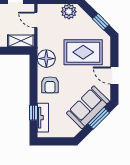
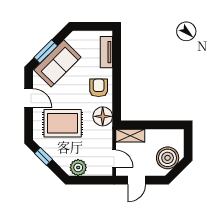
window: (33, 113) -> (117, 58), removed

